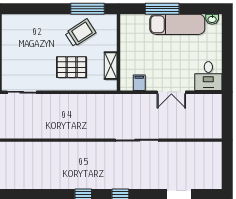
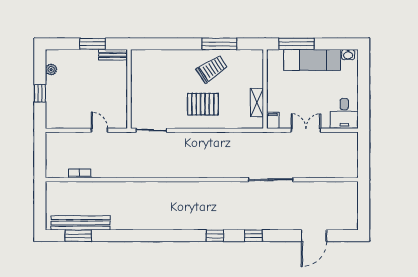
wall: (118, 52) -> (265, 89), moved
shelving: (111, 66) -> (257, 103), moved
double door: (171, 92) -> (306, 130), swing flipped

